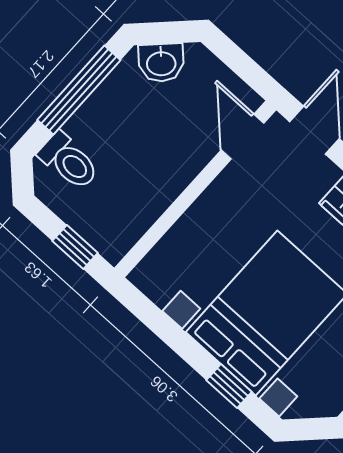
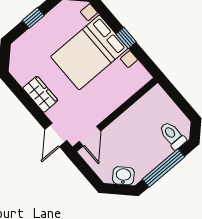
window: (75, 247) -> (175, 95), removed
window: (229, 386) -> (126, 38), moved

